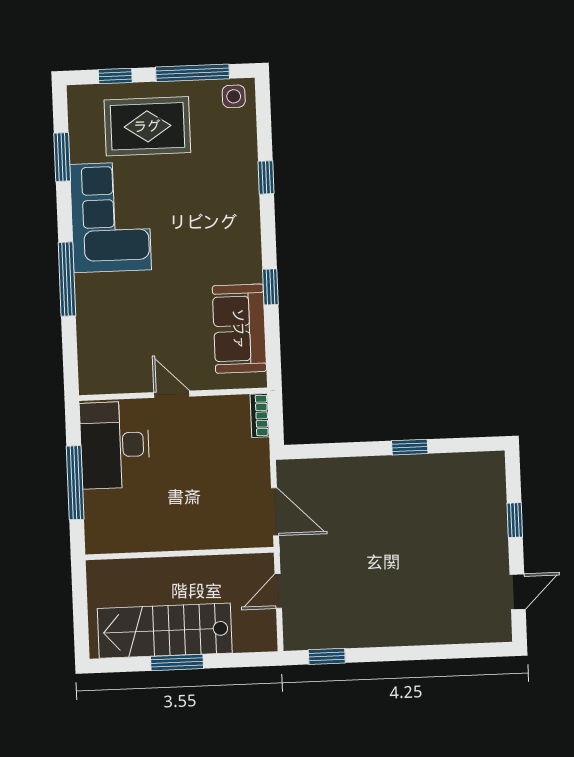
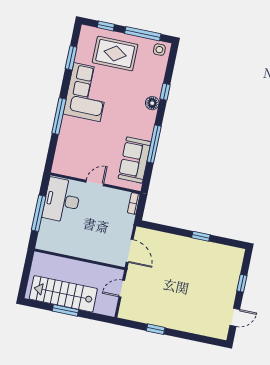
floor lamp: (246, 207) -> (152, 103), added
window: (270, 287) -> (154, 144), width x2.17
door: (172, 394) -> (95, 183), hinge flipped
window: (327, 656) -> (156, 329), moved

